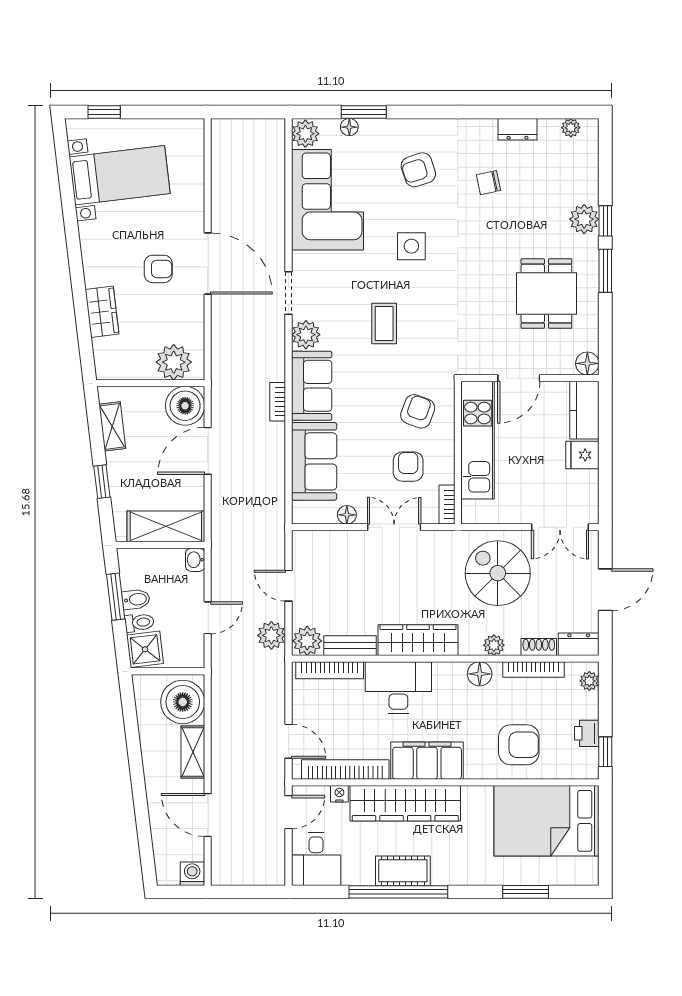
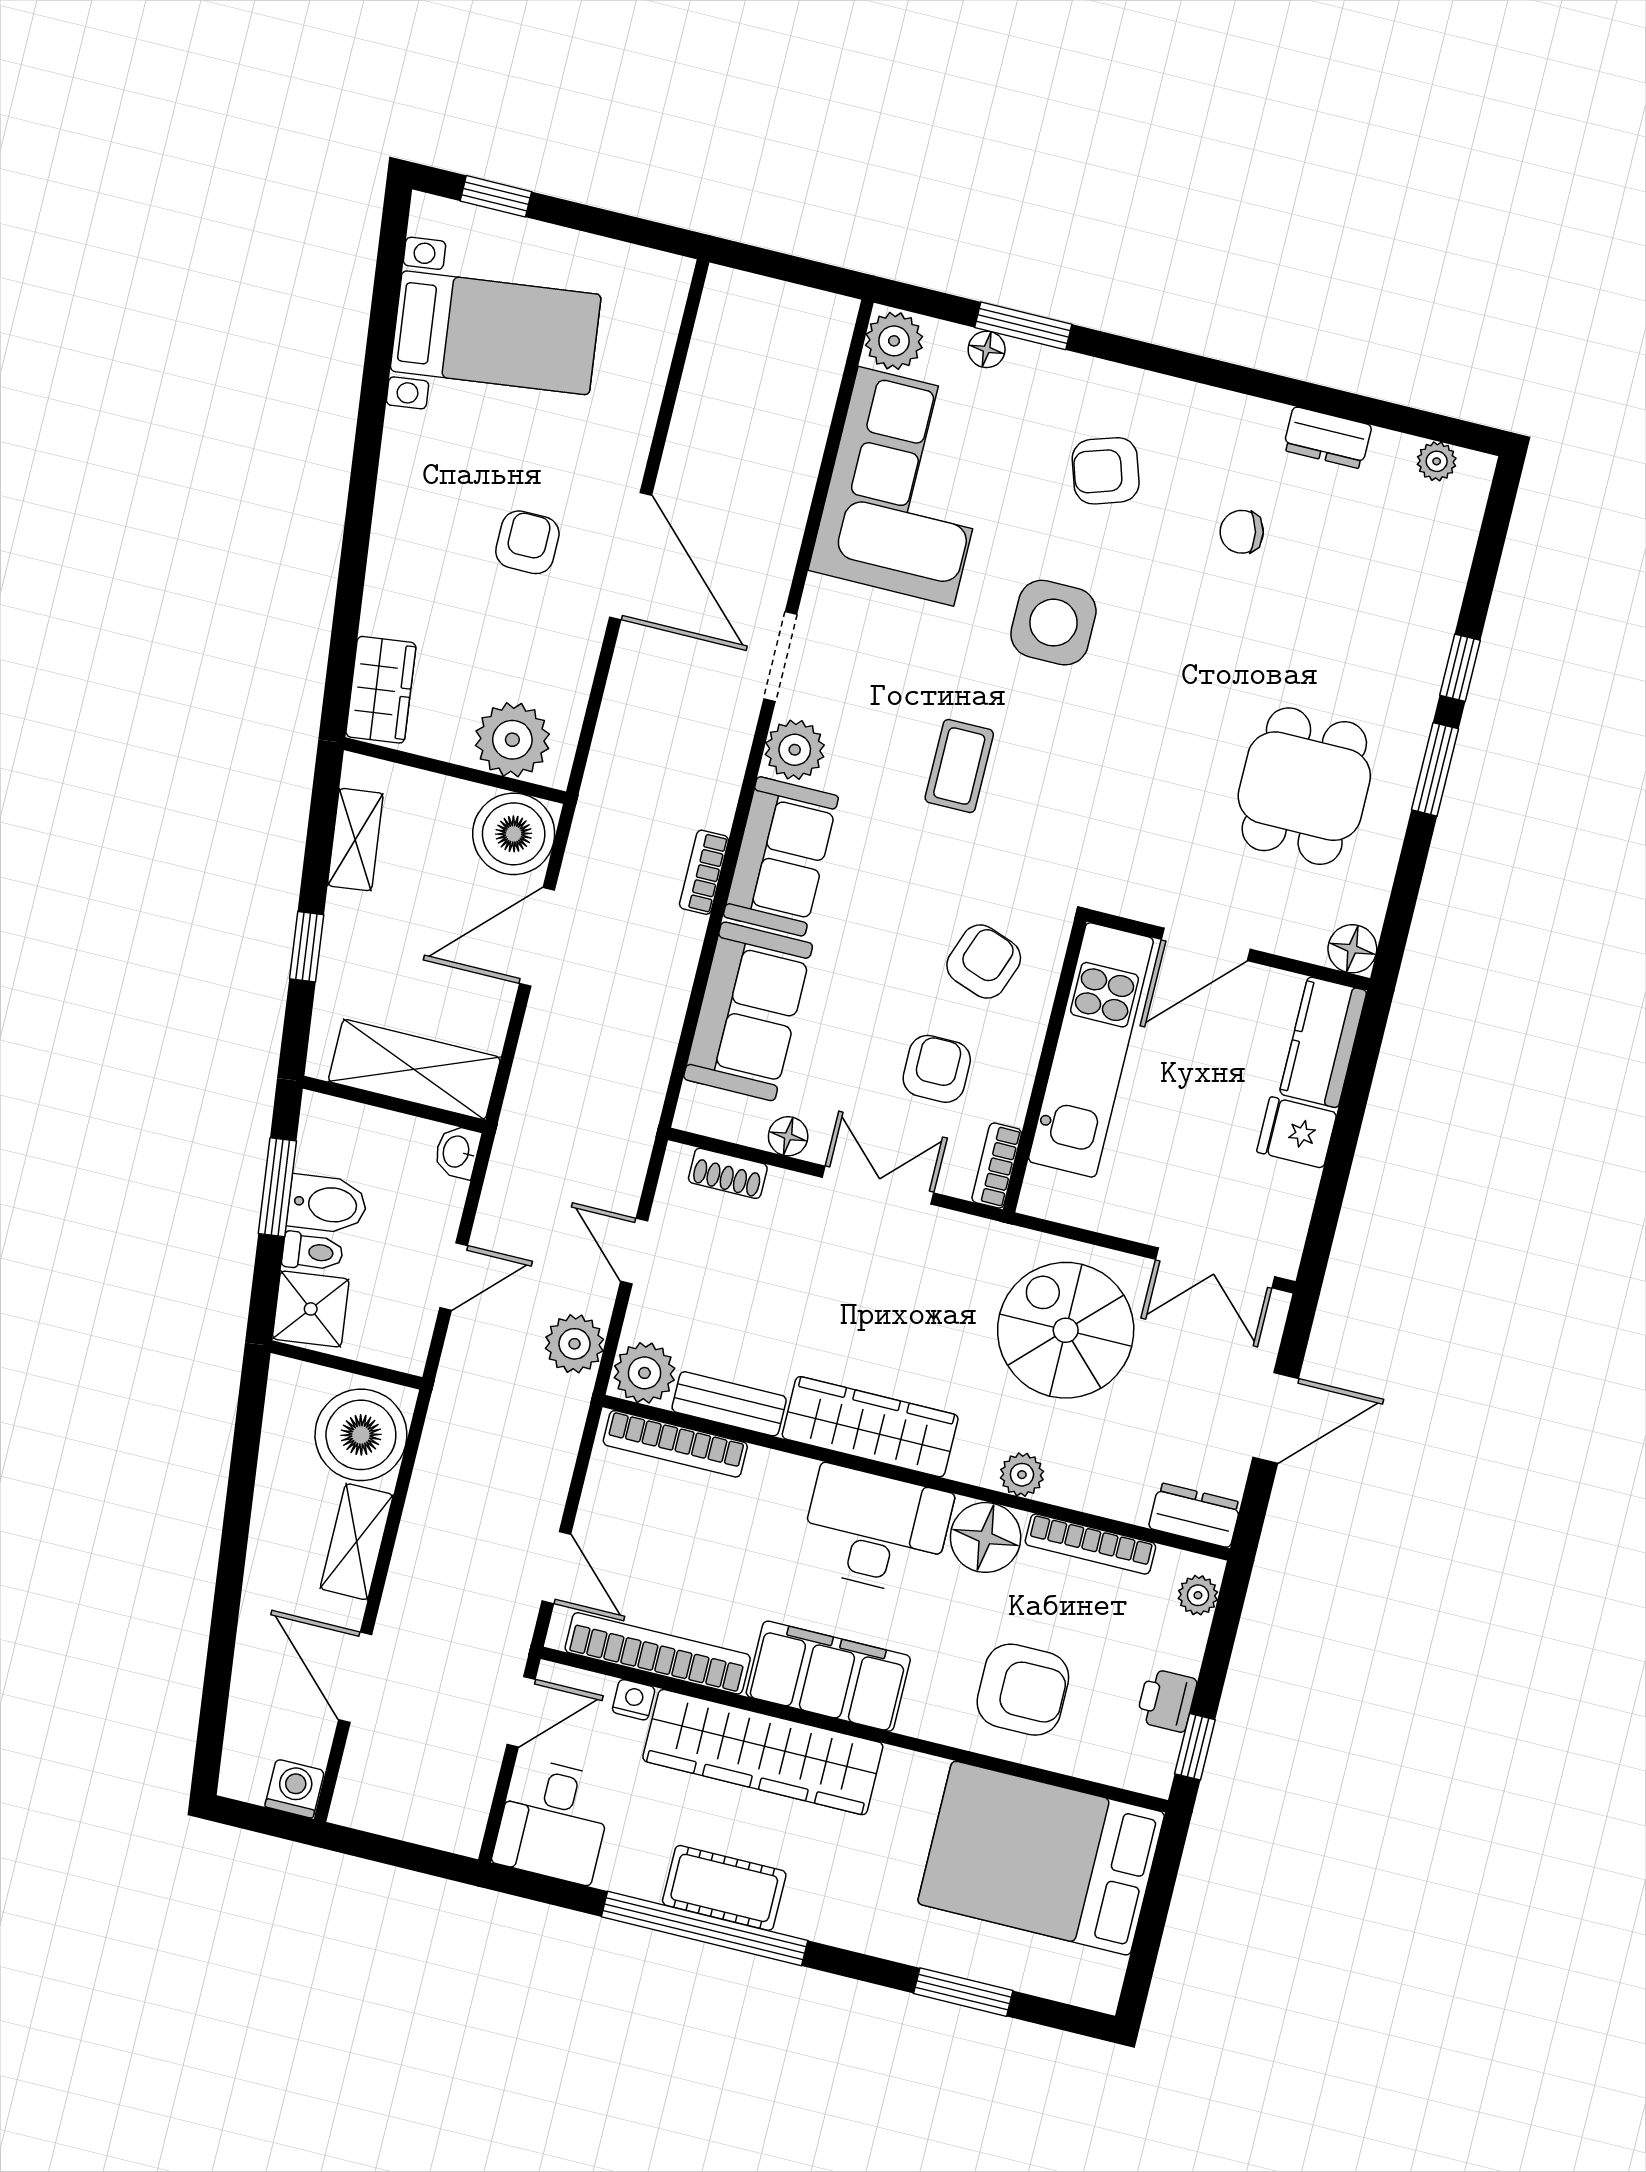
plant: (584, 219) -> (1418, 654), removed
side table: (411, 246) -> (1053, 623), width x1.37, depth x1.37
armchair: (158, 269) -> (527, 542), turned -90
wardrobe: (102, 312) -> (381, 690), moved
bidet: (136, 599) -> (327, 1204), width x1.38, depth x1.36
shoe rack: (539, 647) -> (728, 1173), moved, turned 180
floor lamp: (480, 674) -> (986, 1537), width x1.38, depth x1.38
desk: (398, 688) -> (876, 1530), moved

